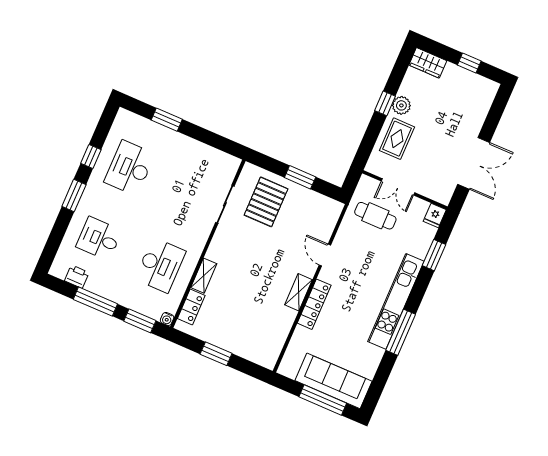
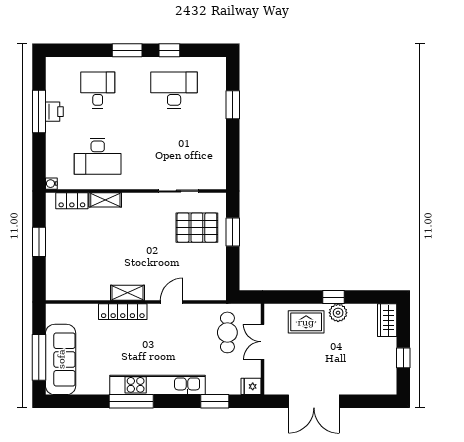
window: (300, 177) -> (233, 232), moved
printer: (77, 277) -> (54, 112), moved
window: (140, 321) -> (39, 160), removed

